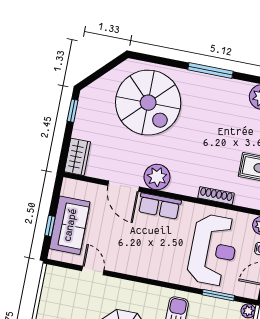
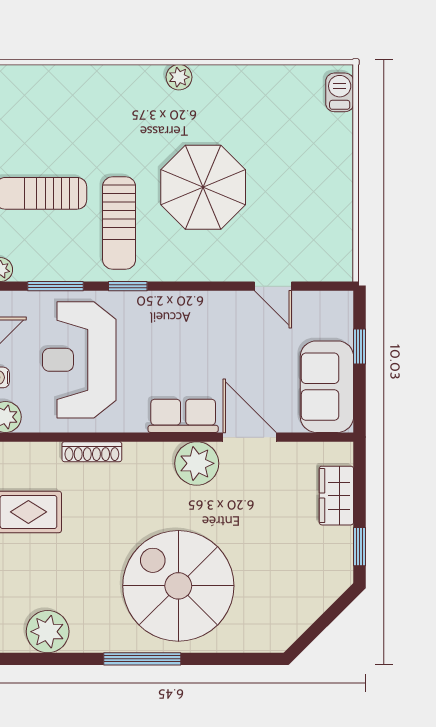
spiral stairs: (148, 103) -> (178, 586), moved
wardrobe: (77, 157) -> (336, 496), moved
sofa: (70, 225) -> (327, 387), moved
window: (177, 287) -> (128, 286), added

